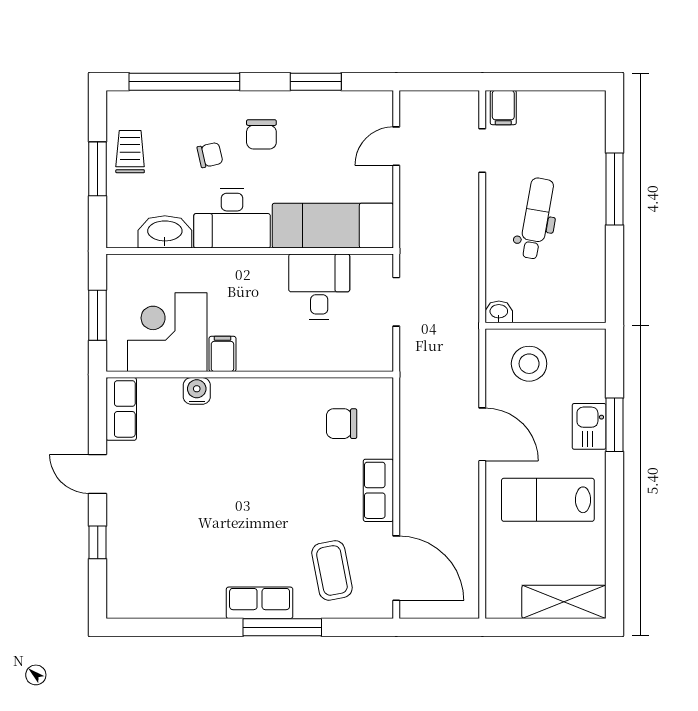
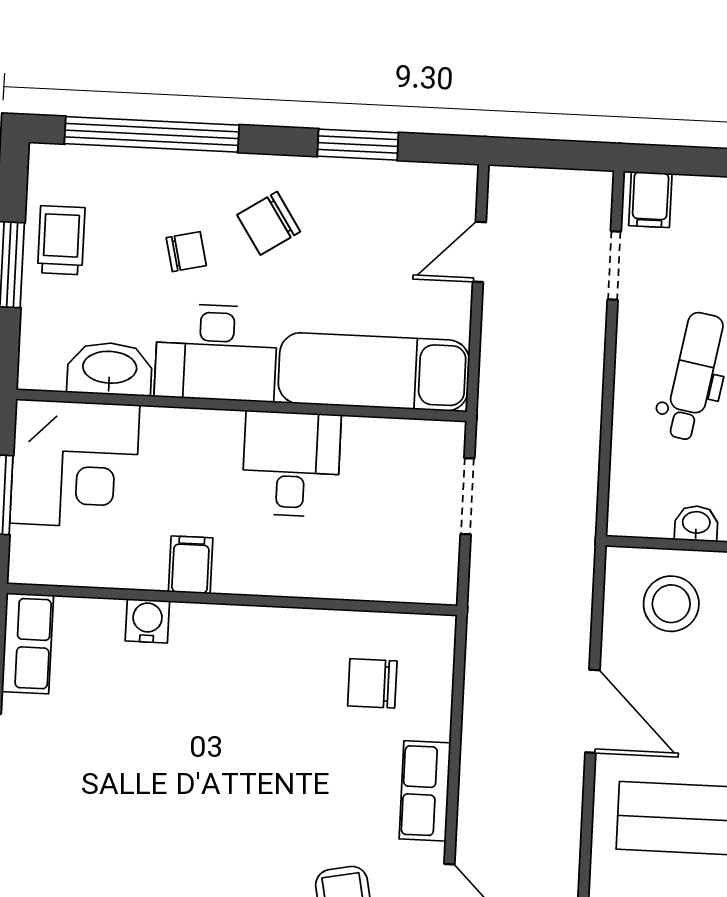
chair: (261, 134) -> (269, 223), turned 57
desk: (319, 287) -> (291, 464), moved
washbasin: (499, 312) -> (696, 523), moved
corner desk: (167, 332) -> (75, 464), moved, turned 180

